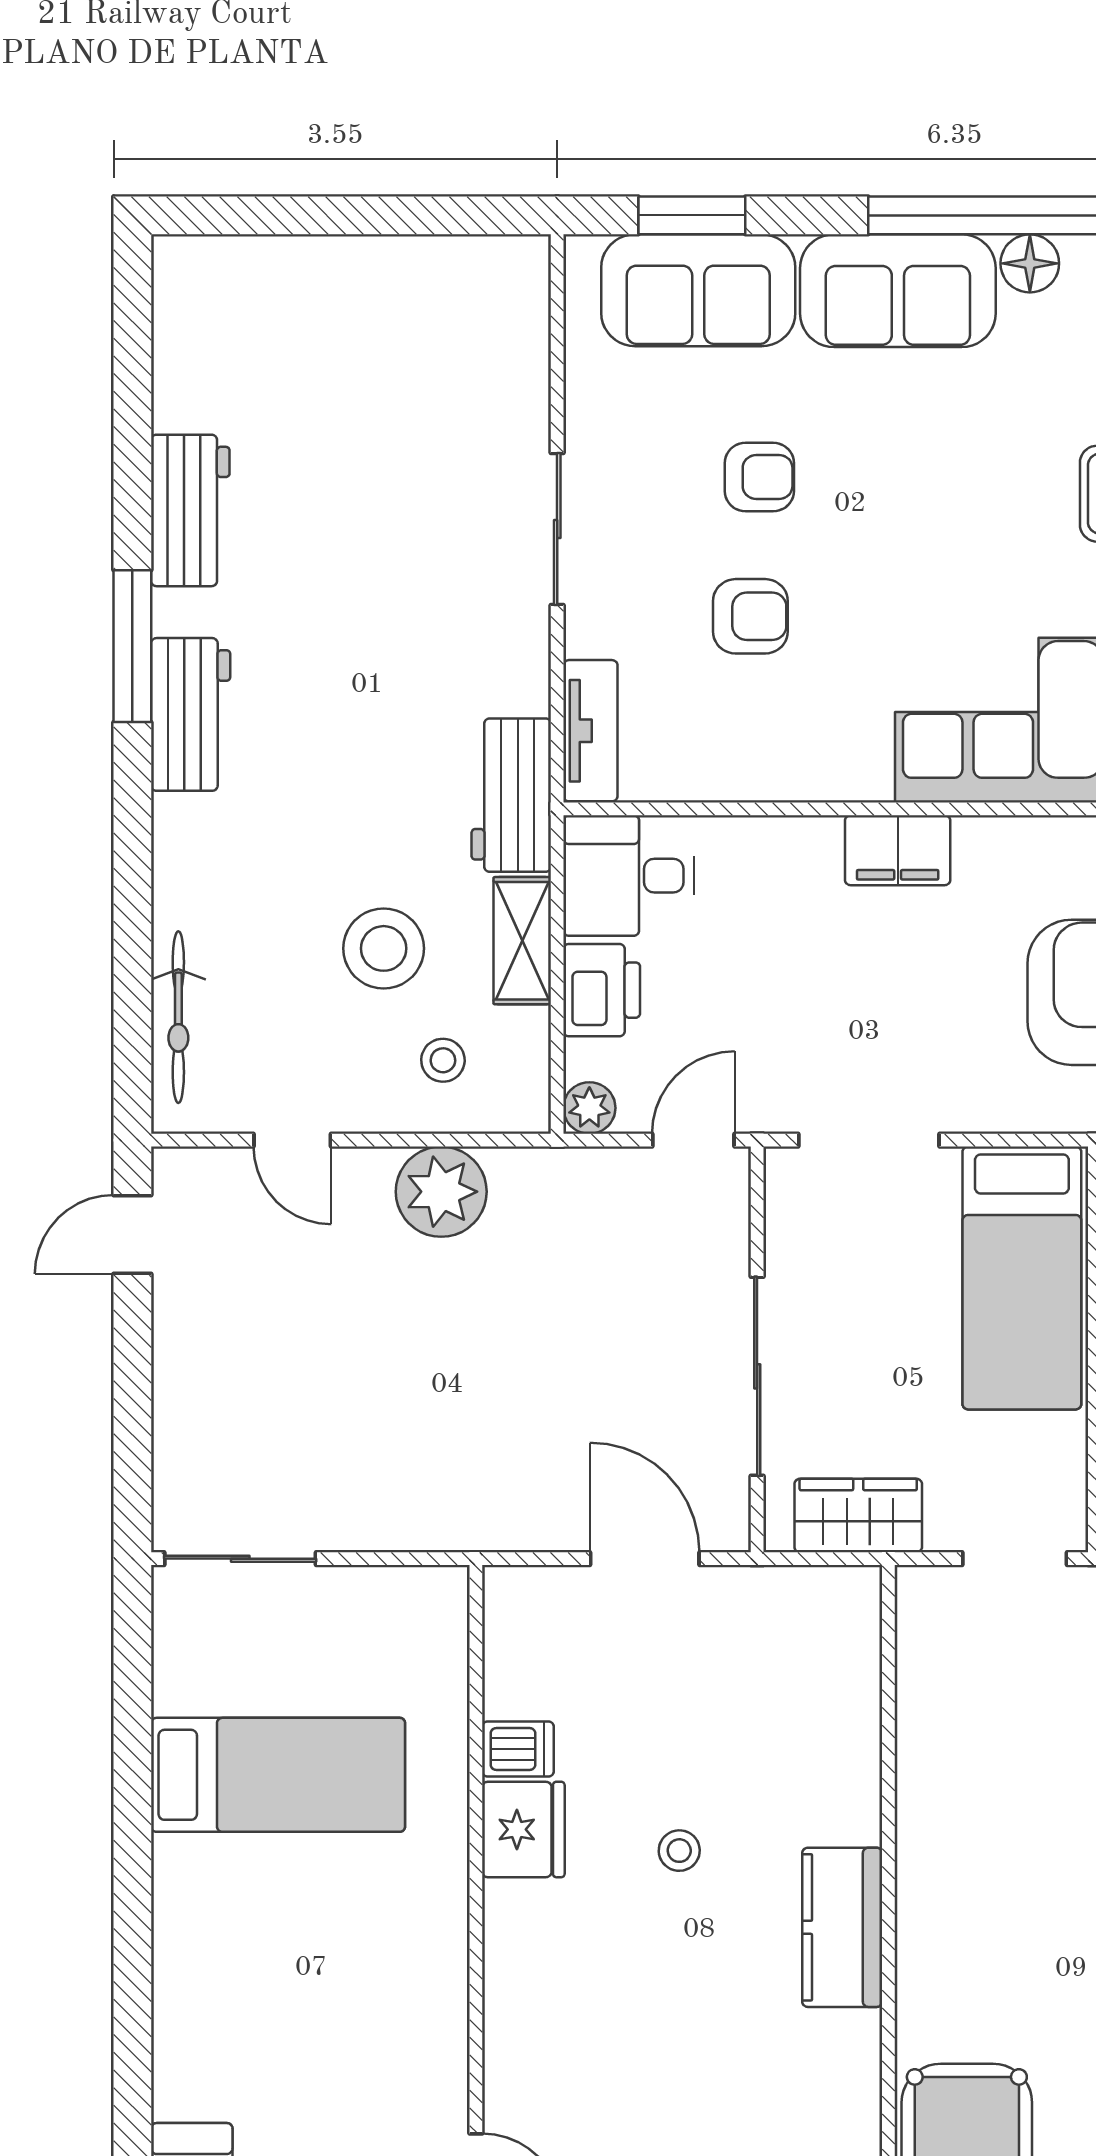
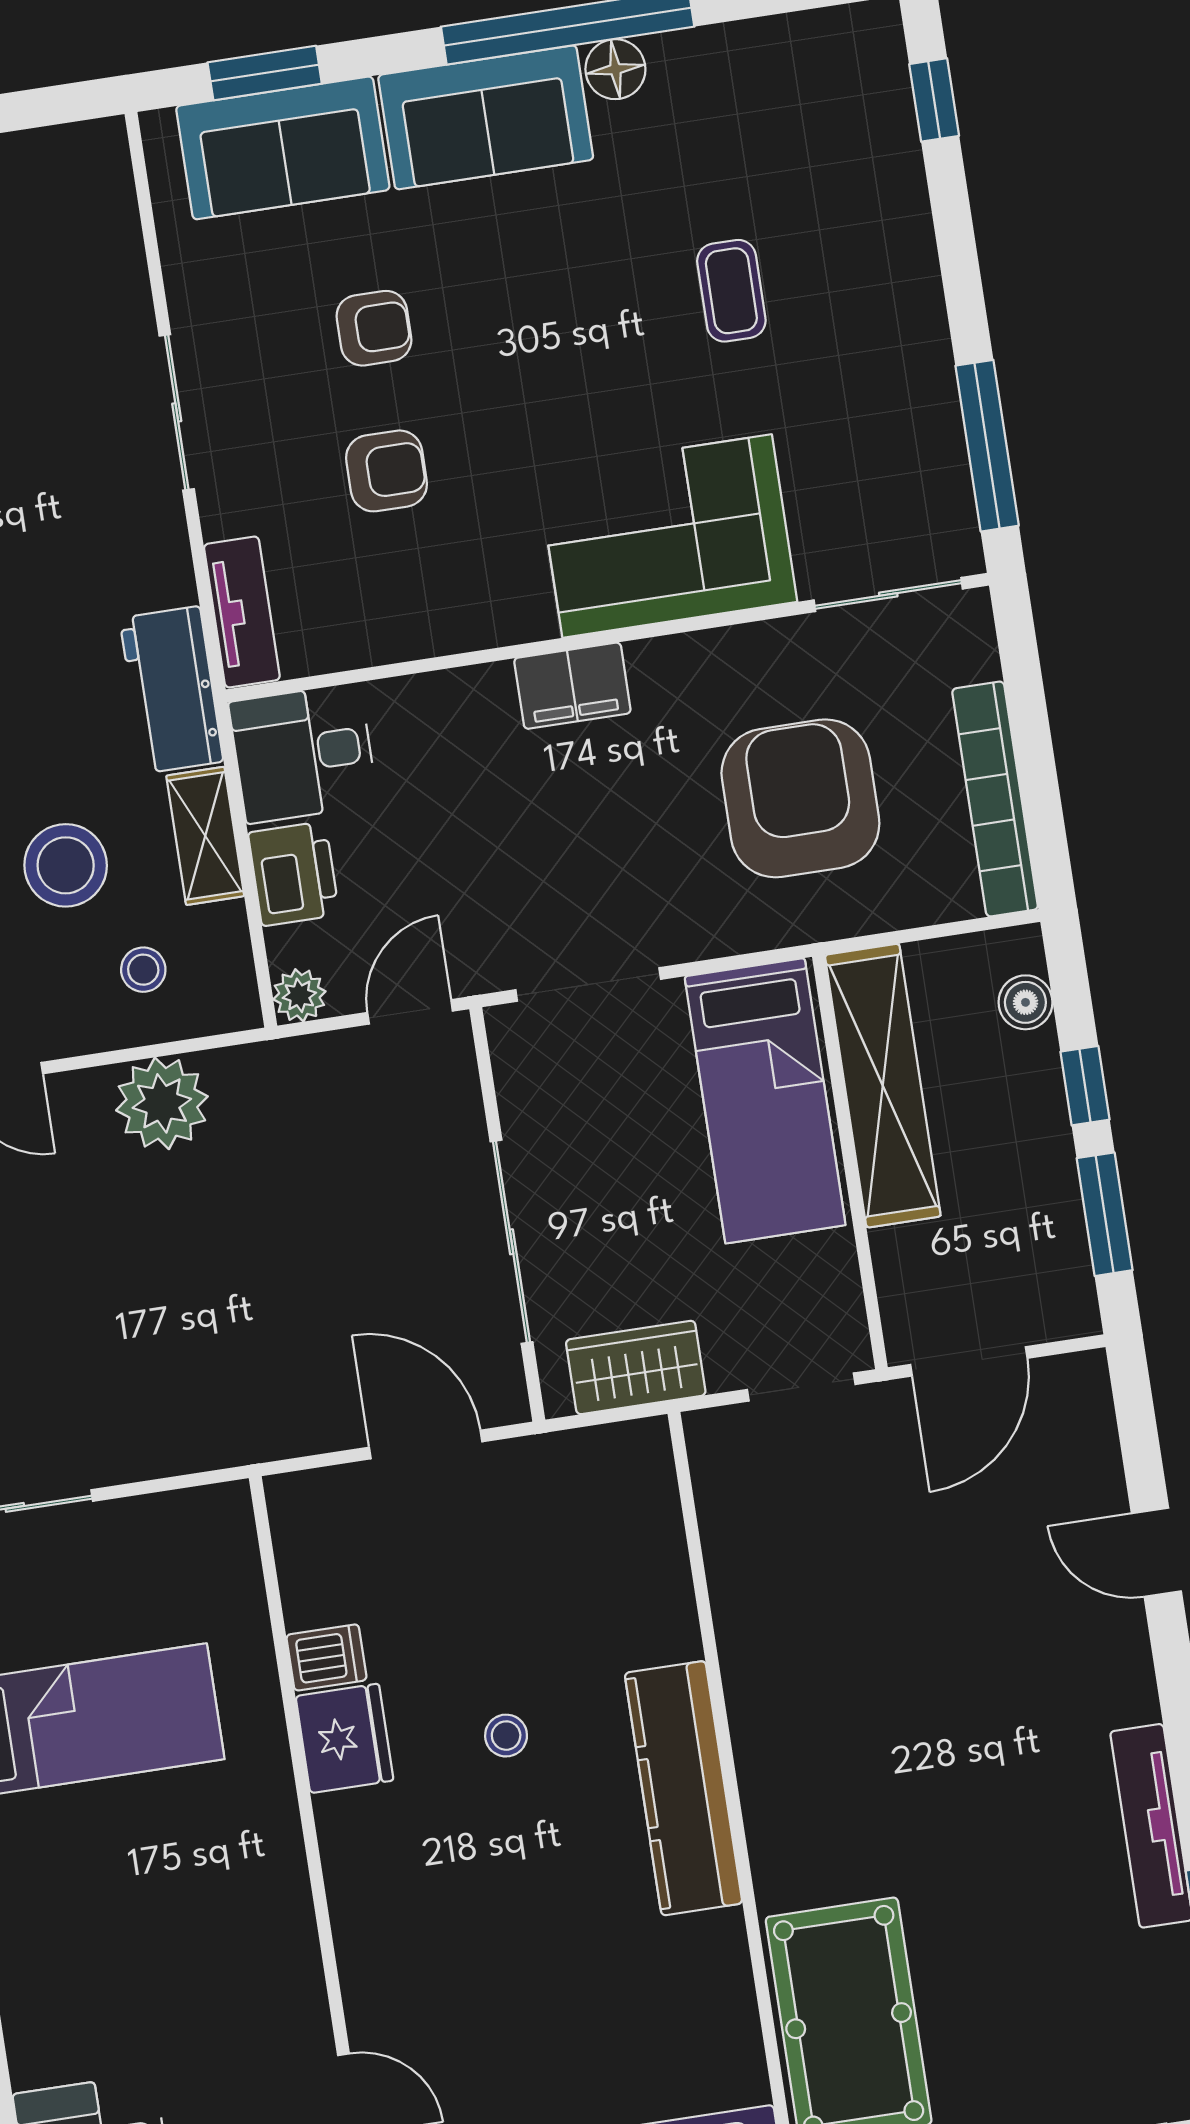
kitchen counter: (842, 1927) -> (684, 1788), width x1.50

